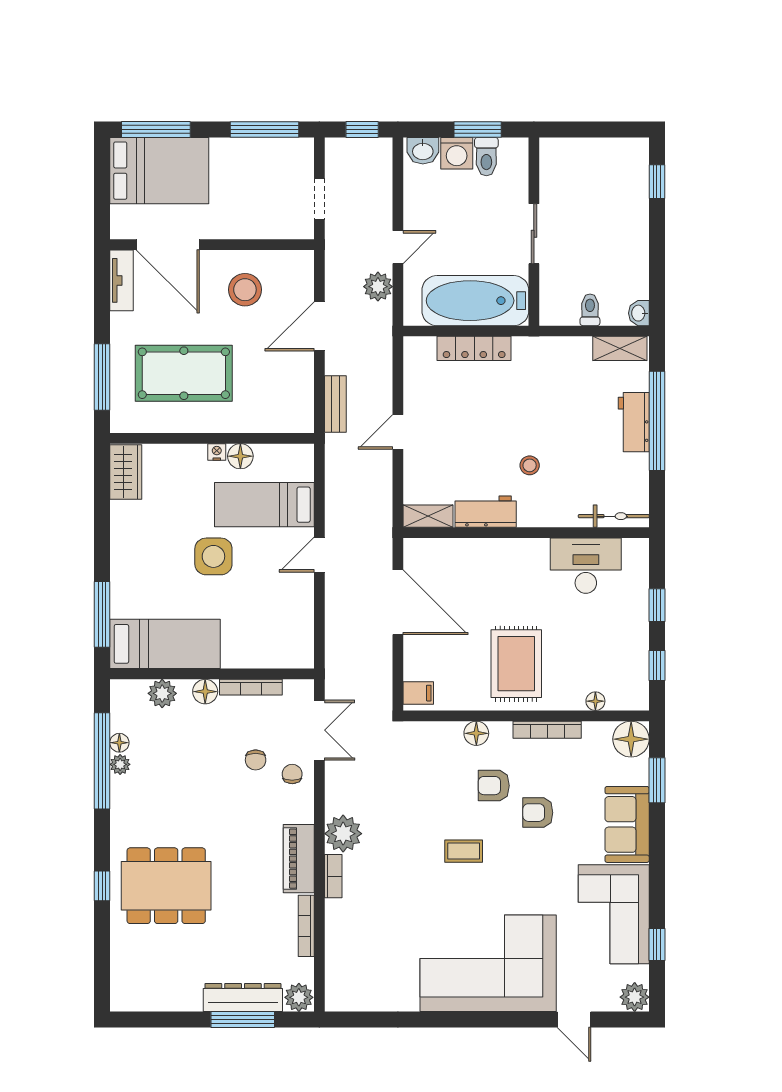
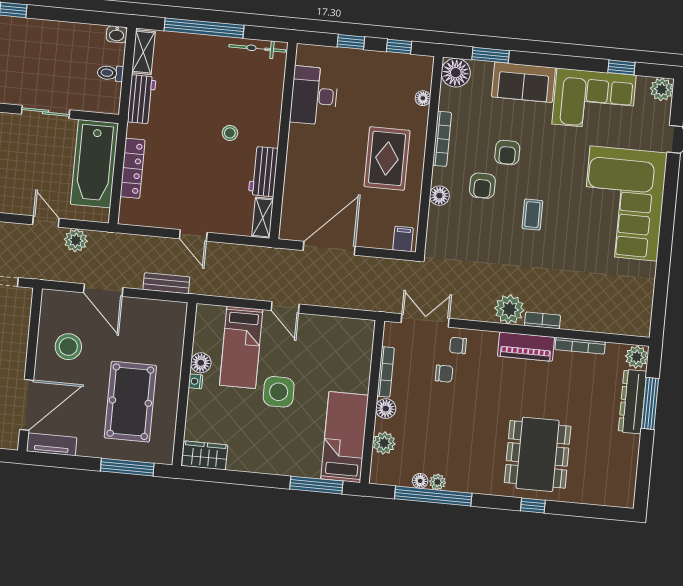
workbench: (634, 422) -> (142, 99), moved, turned -90
bicycle: (614, 516) -> (257, 48), moved, turned -90
rug: (516, 664) -> (387, 158), turned 90

